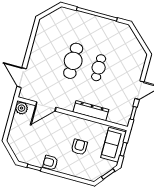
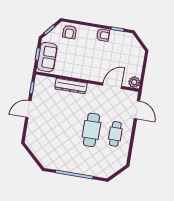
cafe table: (99, 68) -> (115, 134), moved
armchair: (79, 147) -> (70, 32), moved

